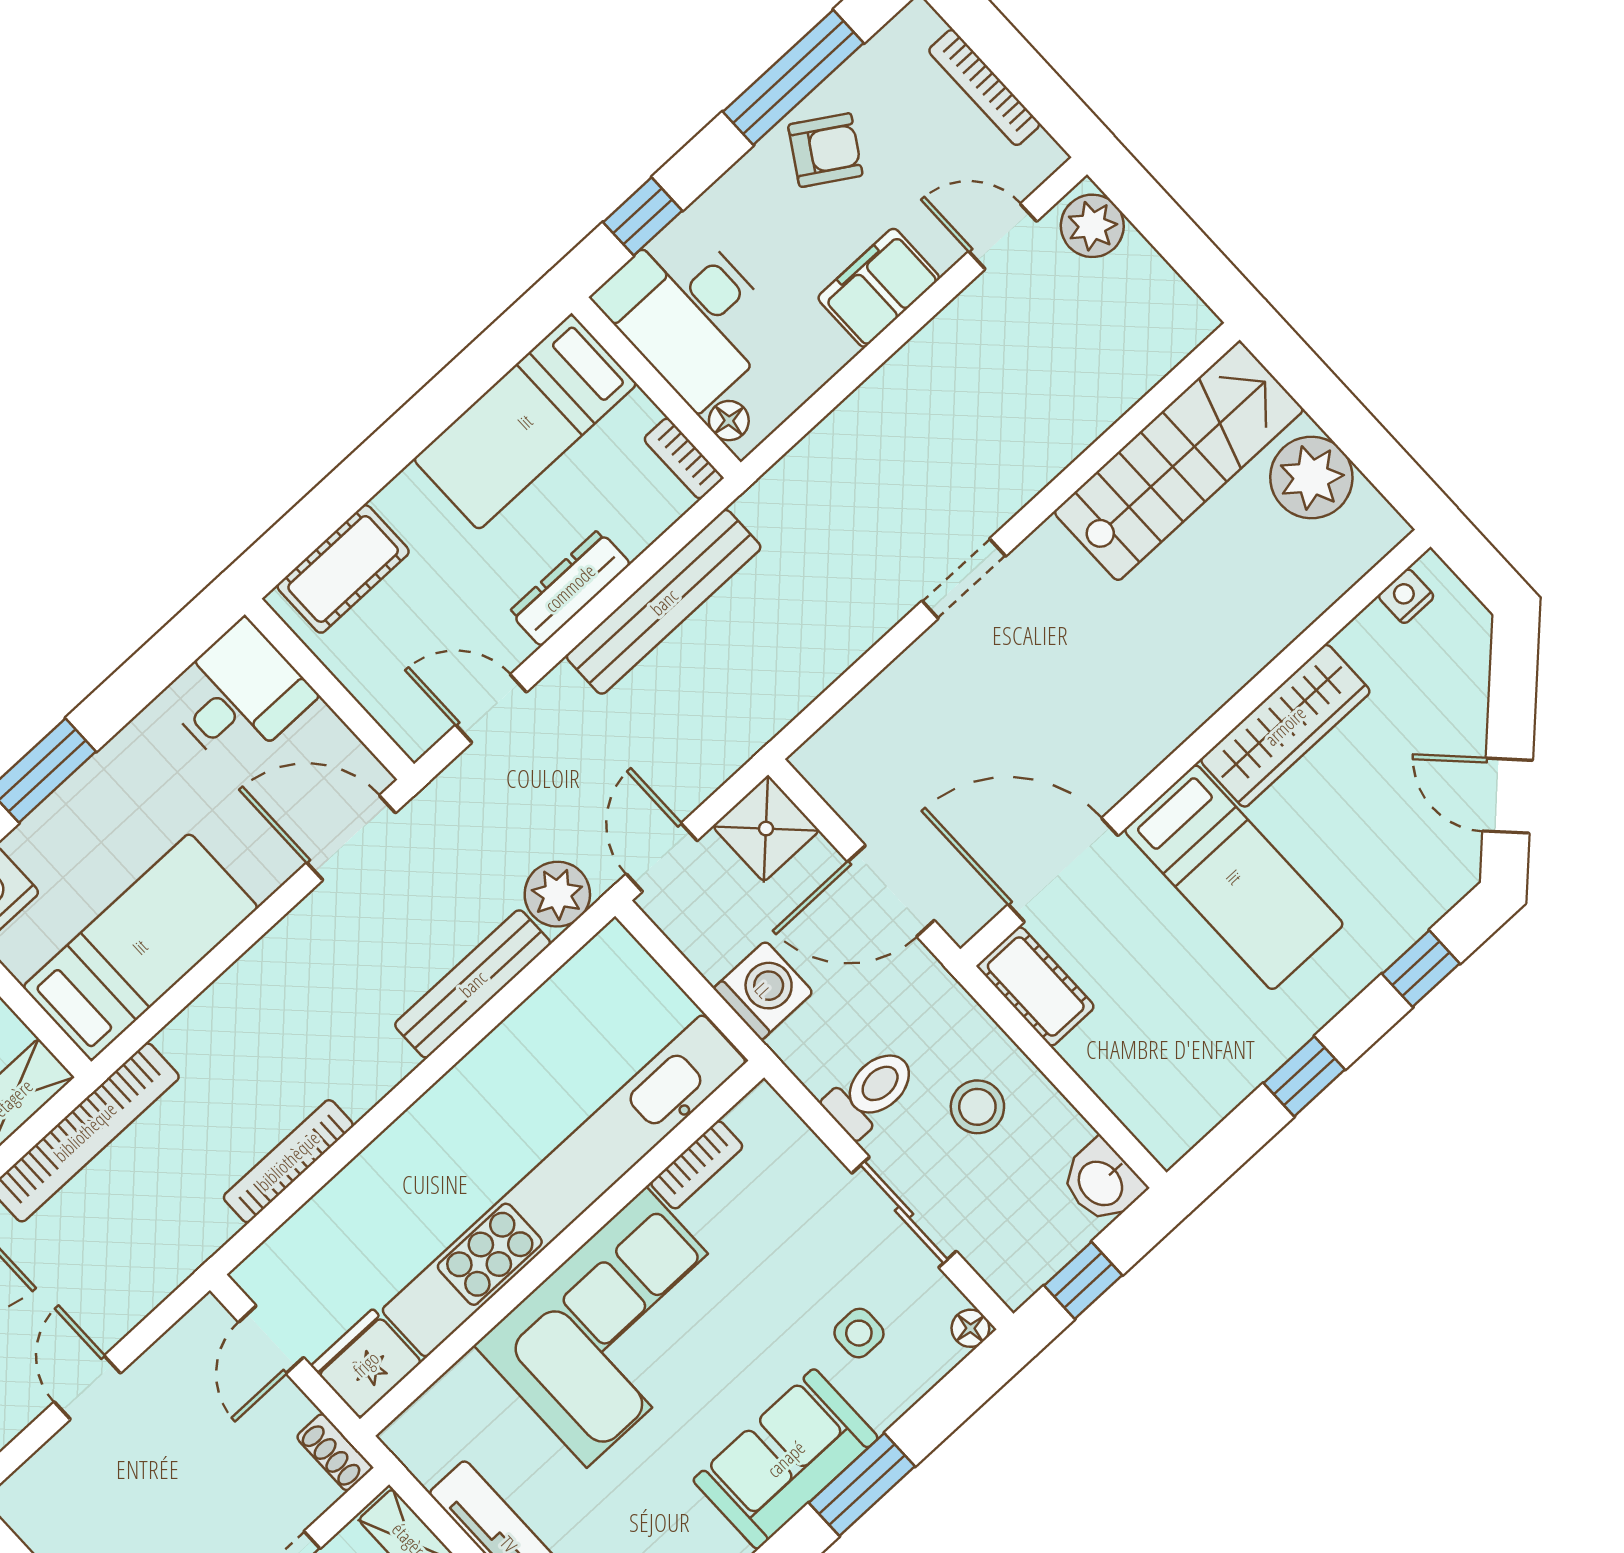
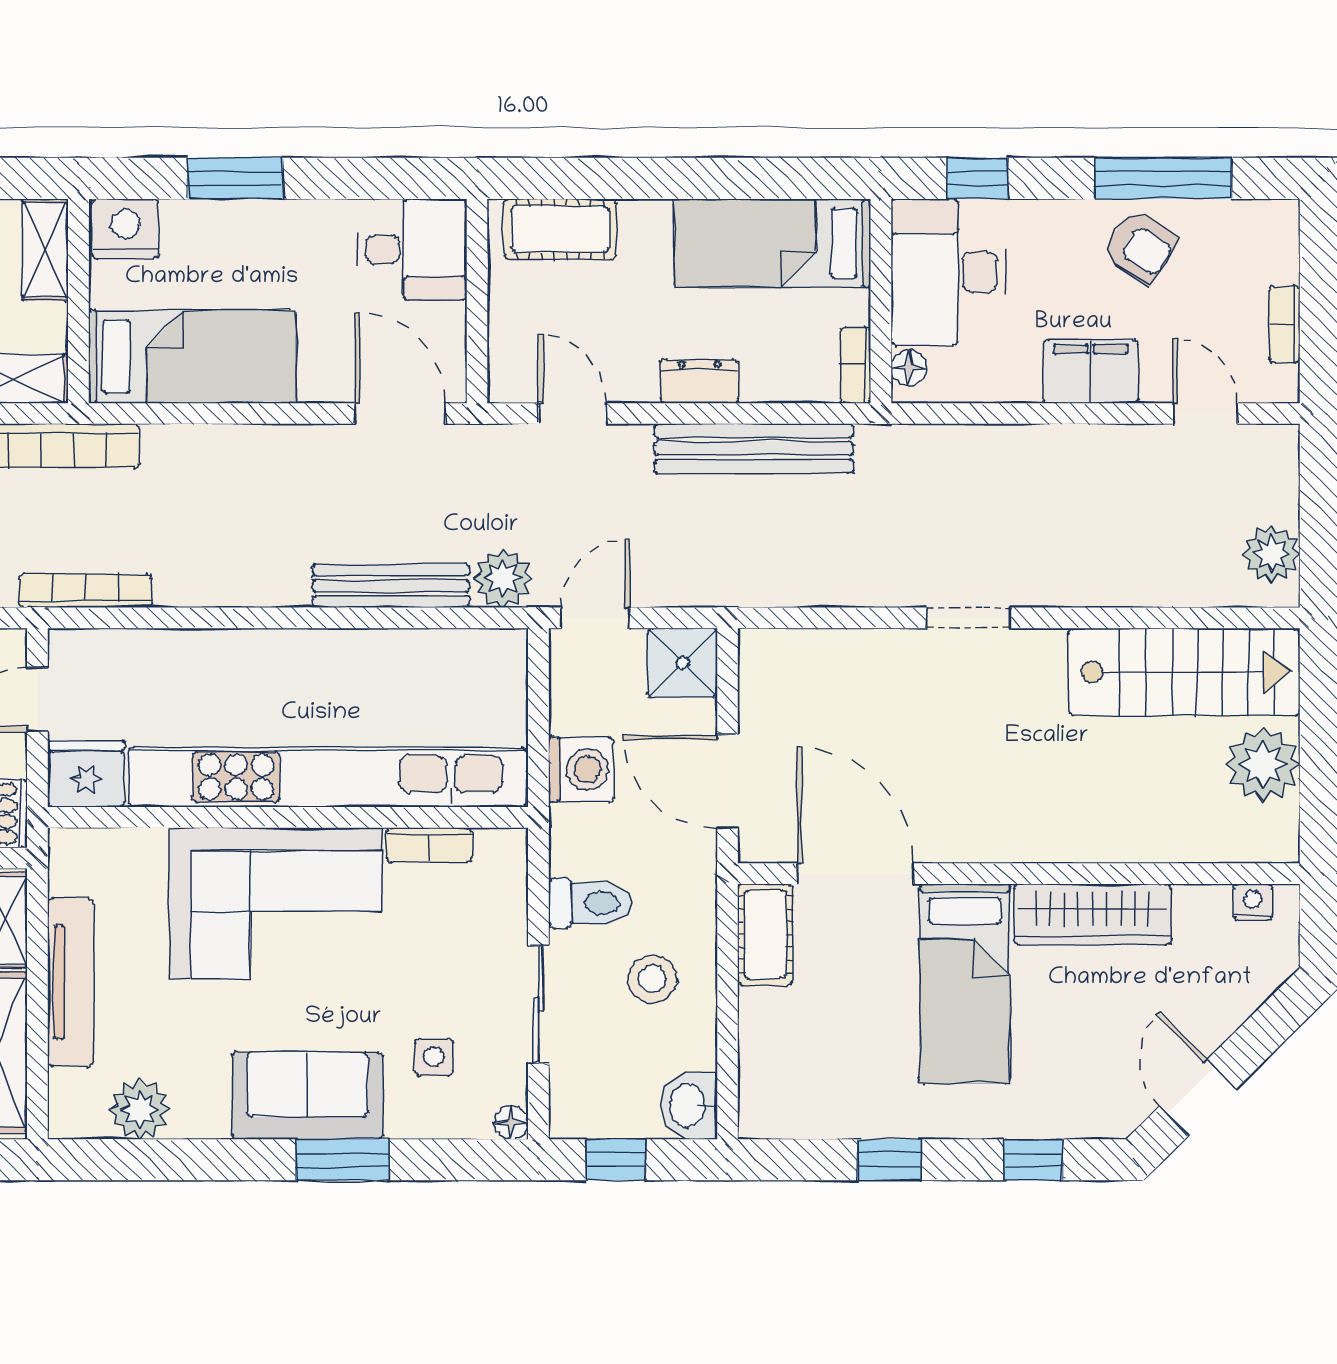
bookcase: (984, 87) -> (1285, 324), width x0.64
plant: (1092, 226) -> (1271, 554), moved
dresser: (570, 588) -> (700, 381), width x0.70
bookcase: (288, 1161) -> (86, 591), moved

